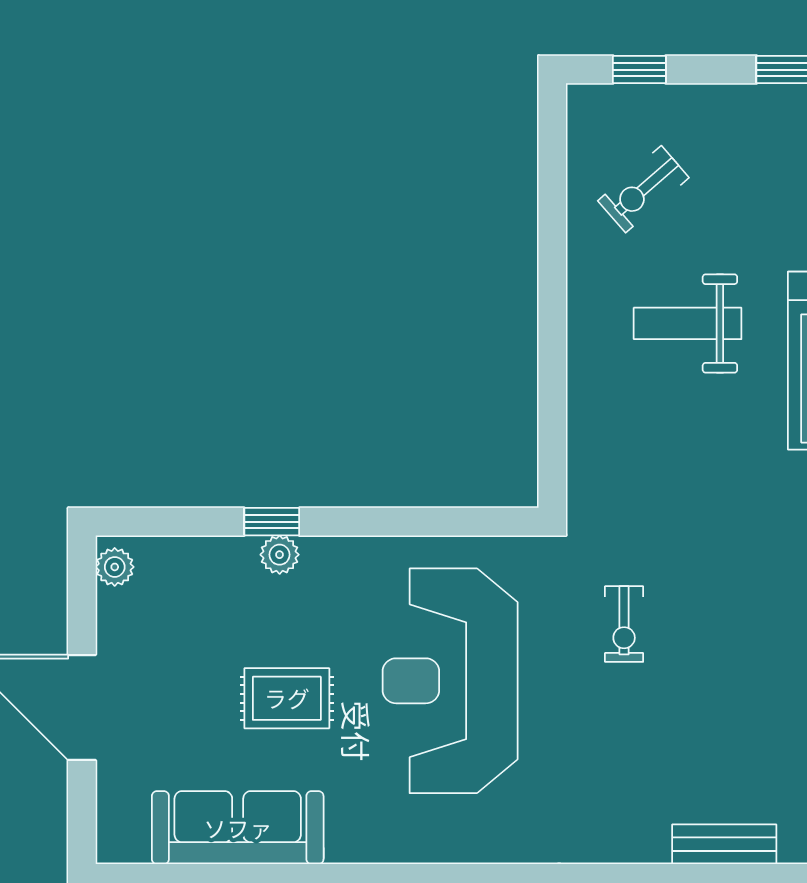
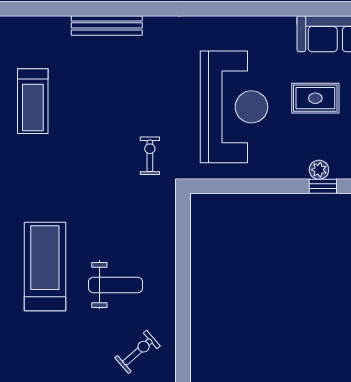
exercise bike: (624, 624) -> (150, 156), moved
bench: (724, 844) -> (107, 25), width x1.36

